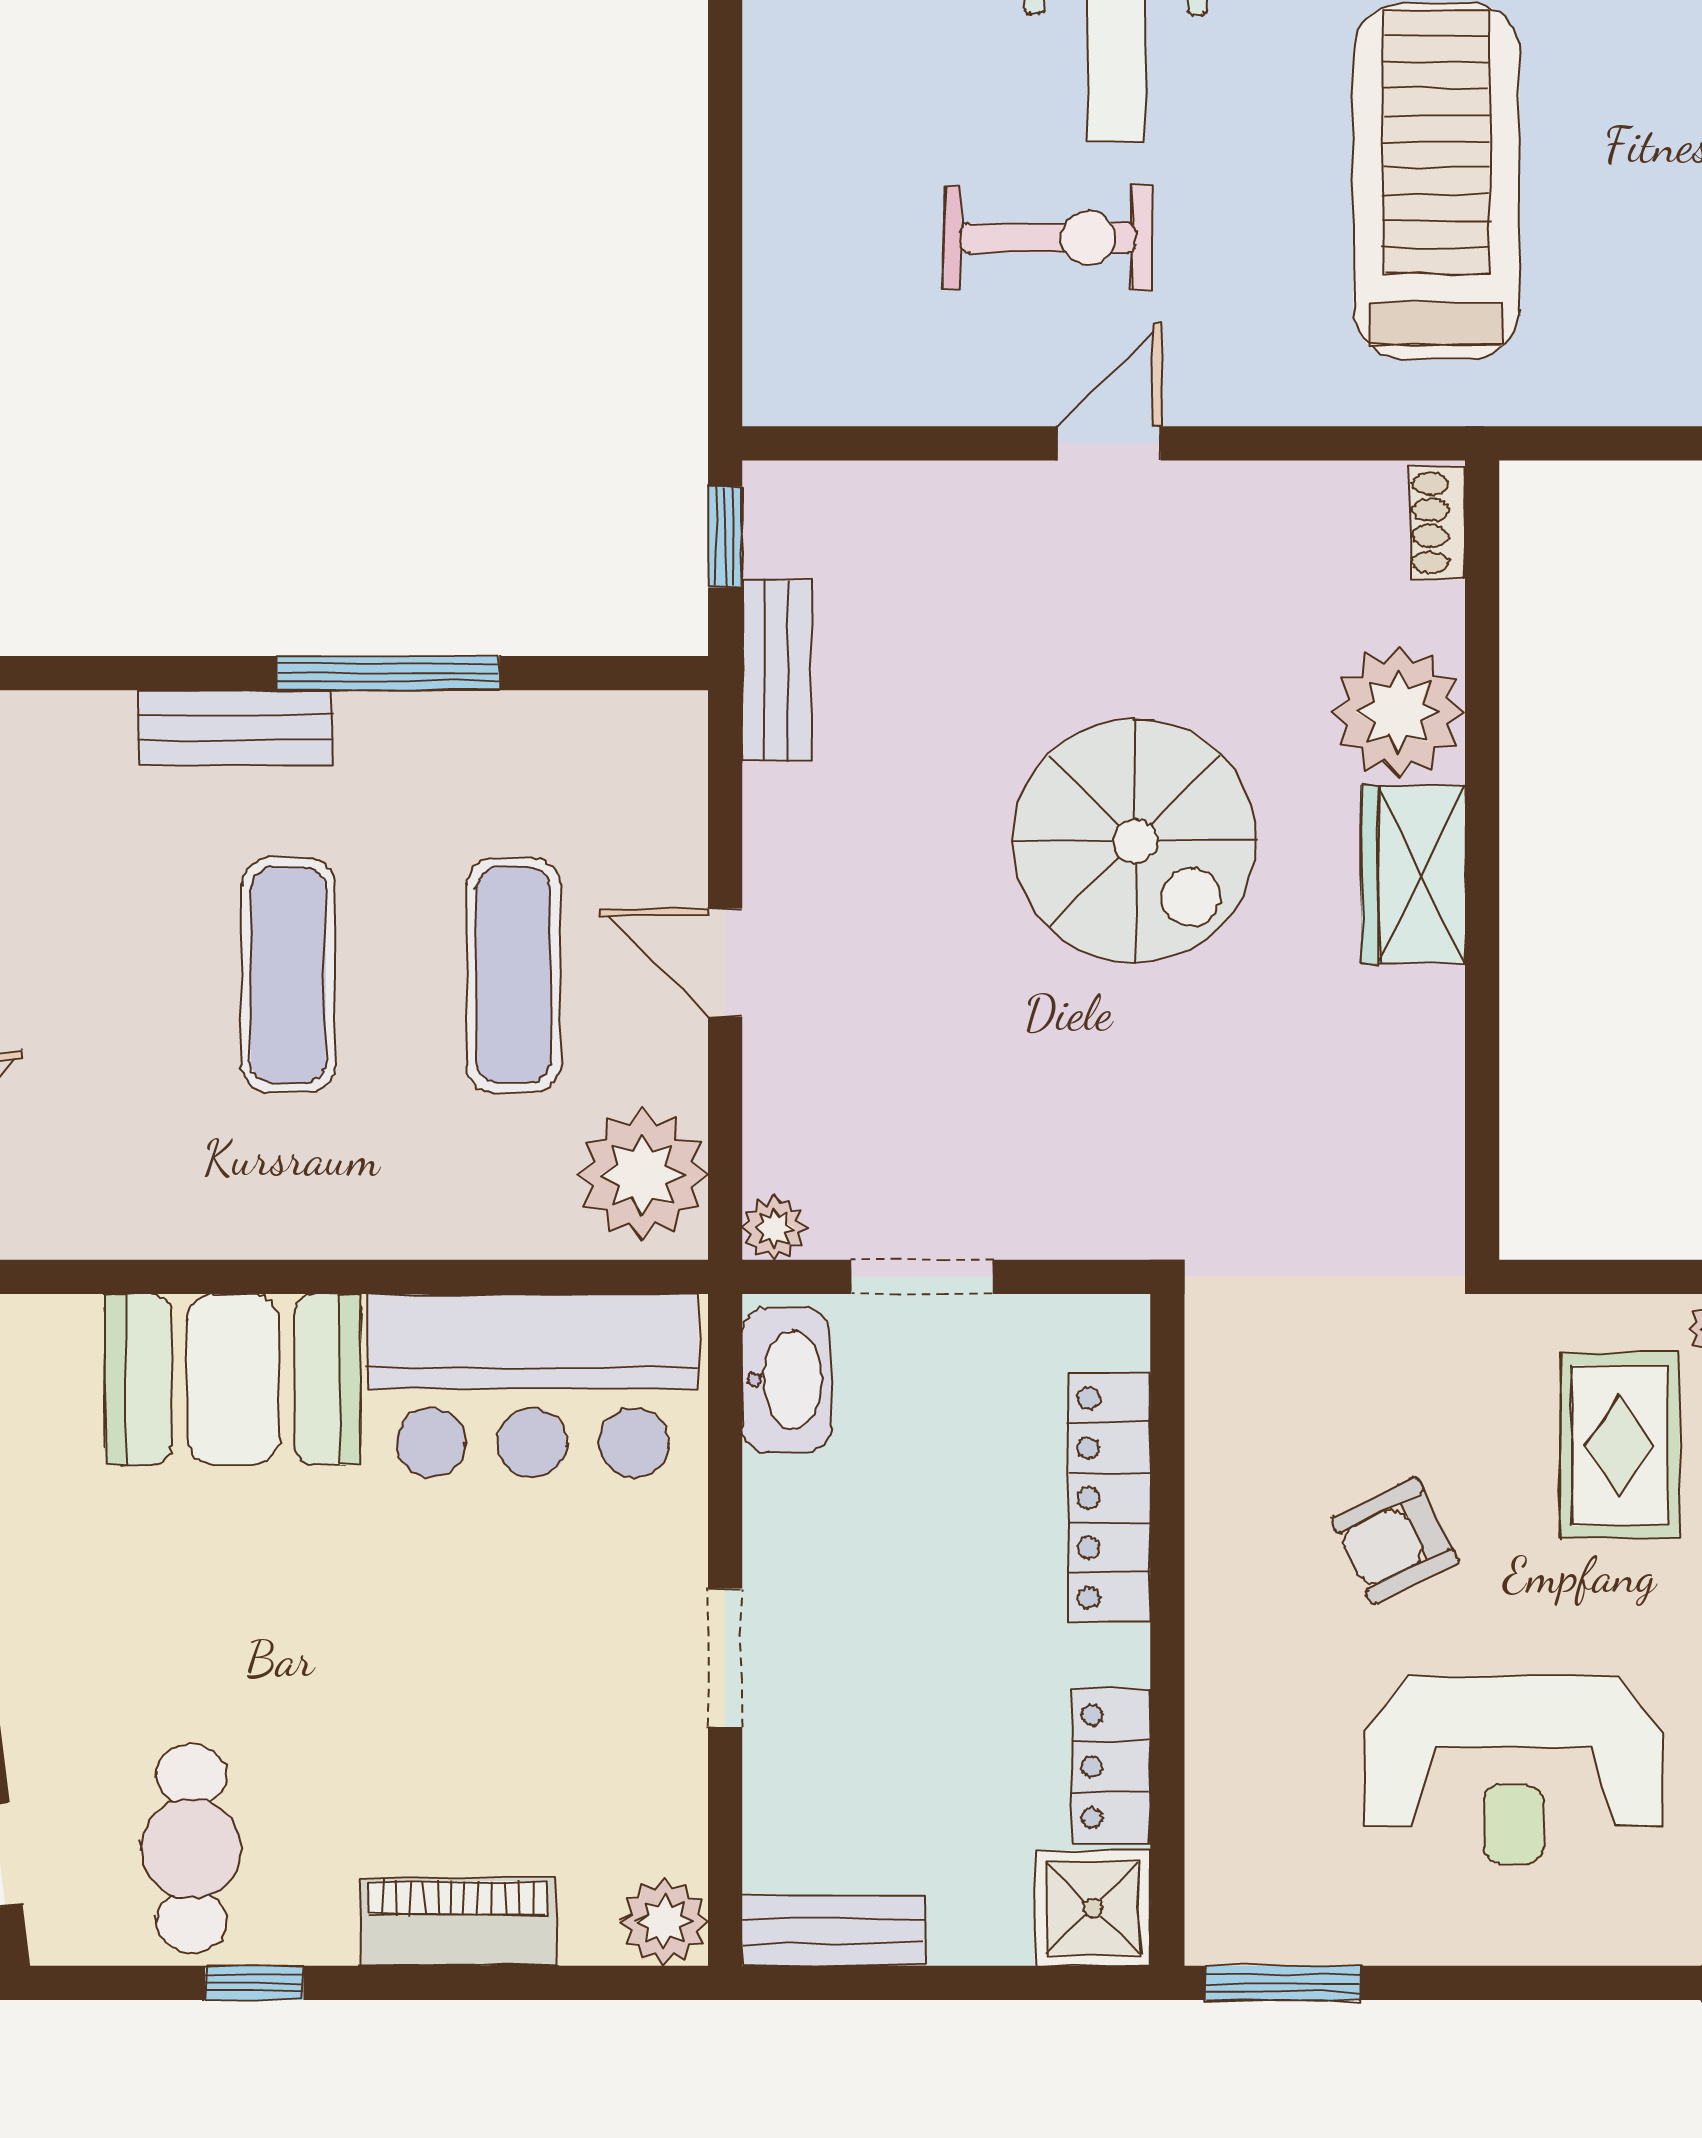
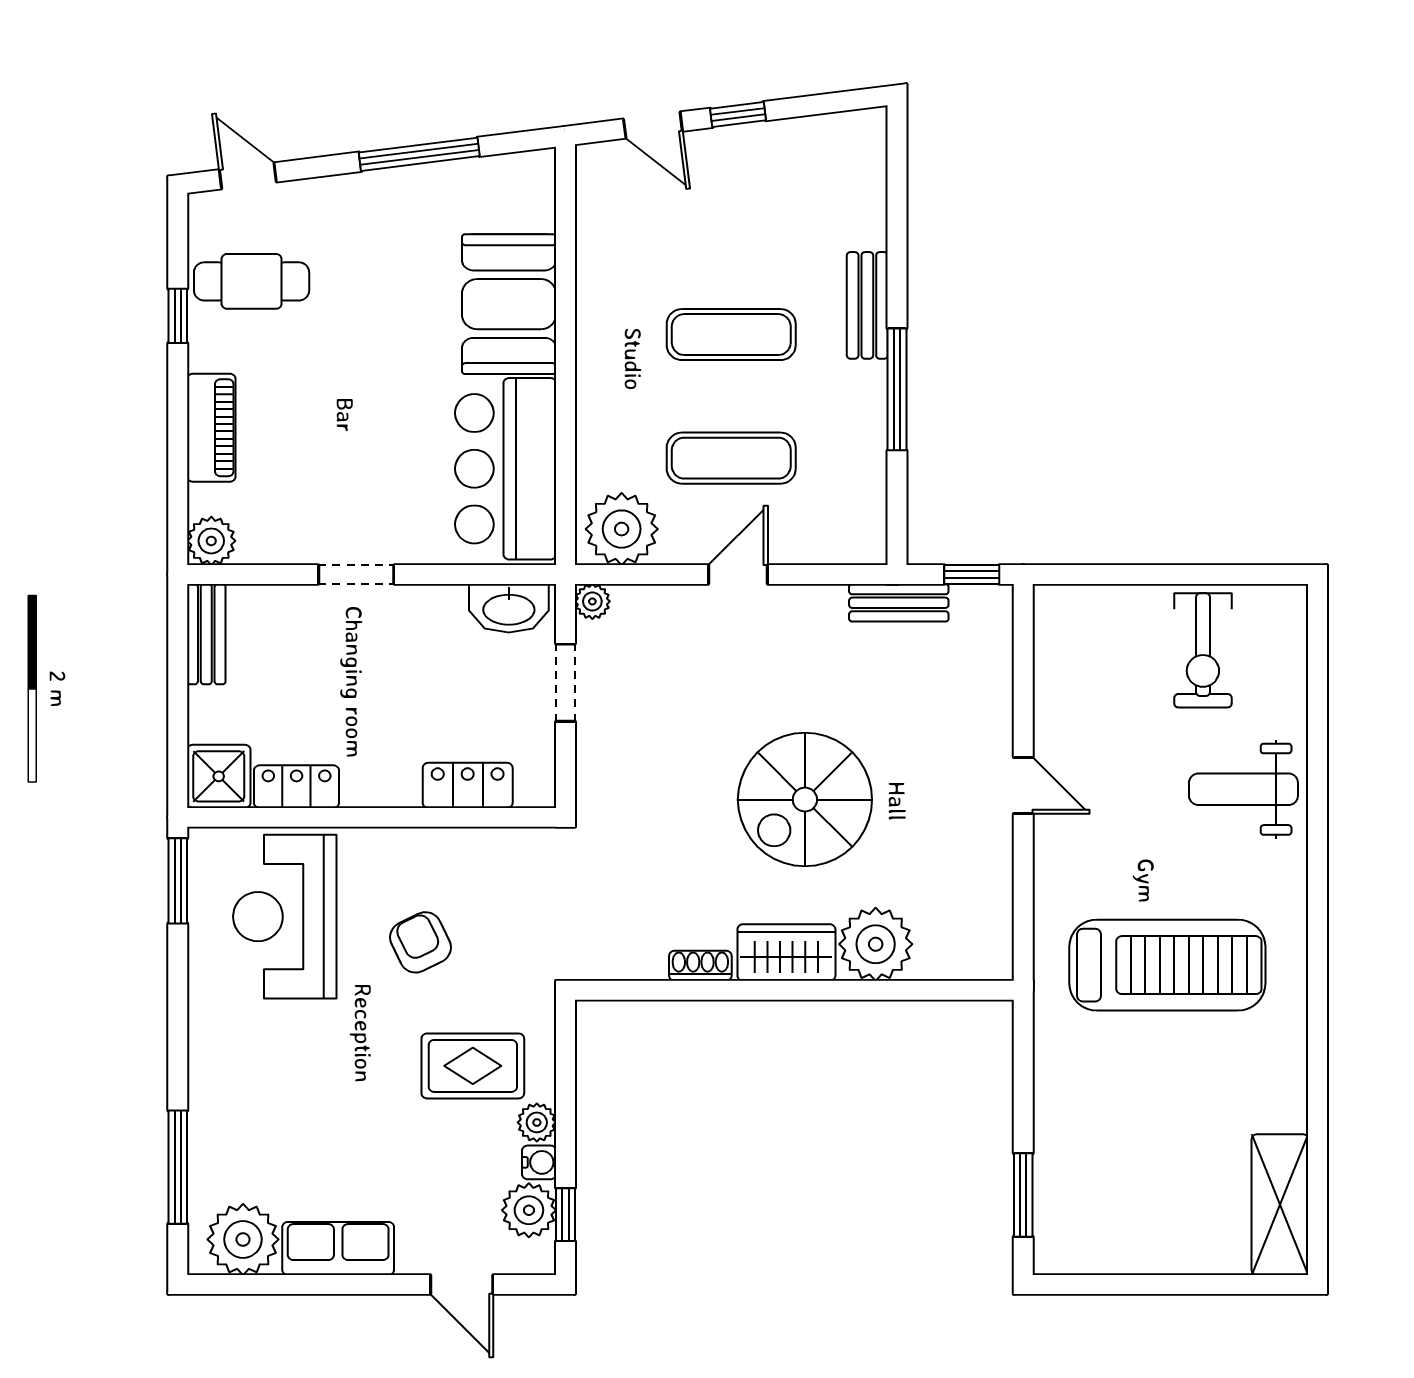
exercise bike: (1048, 238) -> (1203, 650), moved
shoe rack: (1437, 523) -> (700, 966), moved
locker: (1109, 1498) -> (468, 785), width x0.66
reception desk: (1513, 1770) -> (285, 917), moved

